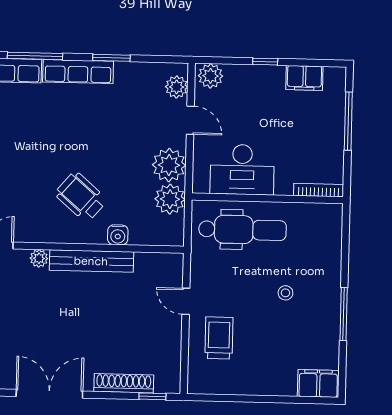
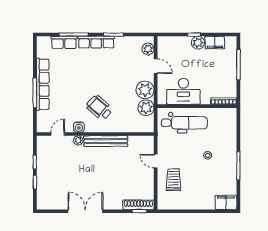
plant: (210, 76) -> (198, 43), moved
water cooler: (118, 235) -> (79, 127), moved
shoe rack: (124, 383) -> (138, 205), moved

